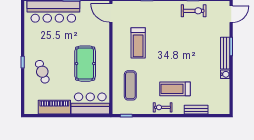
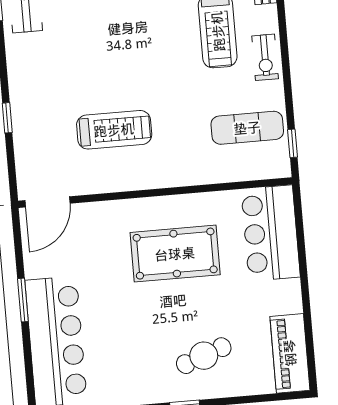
exercise mat: (130, 85) -> (247, 128), moved
piano: (54, 107) -> (290, 353), moved

